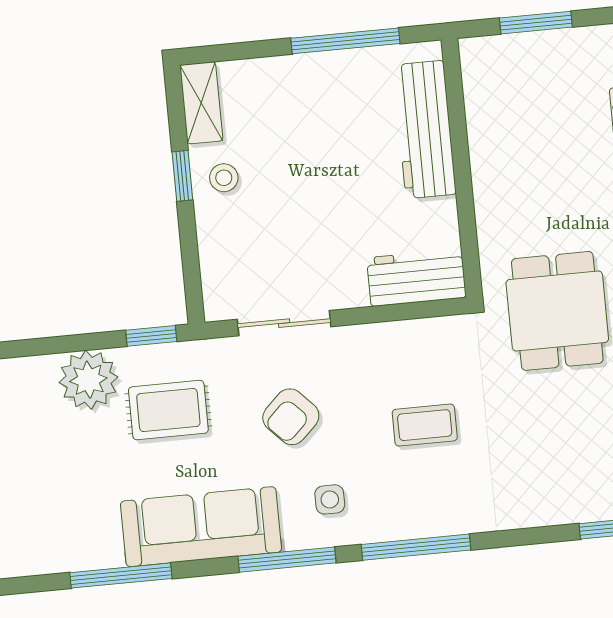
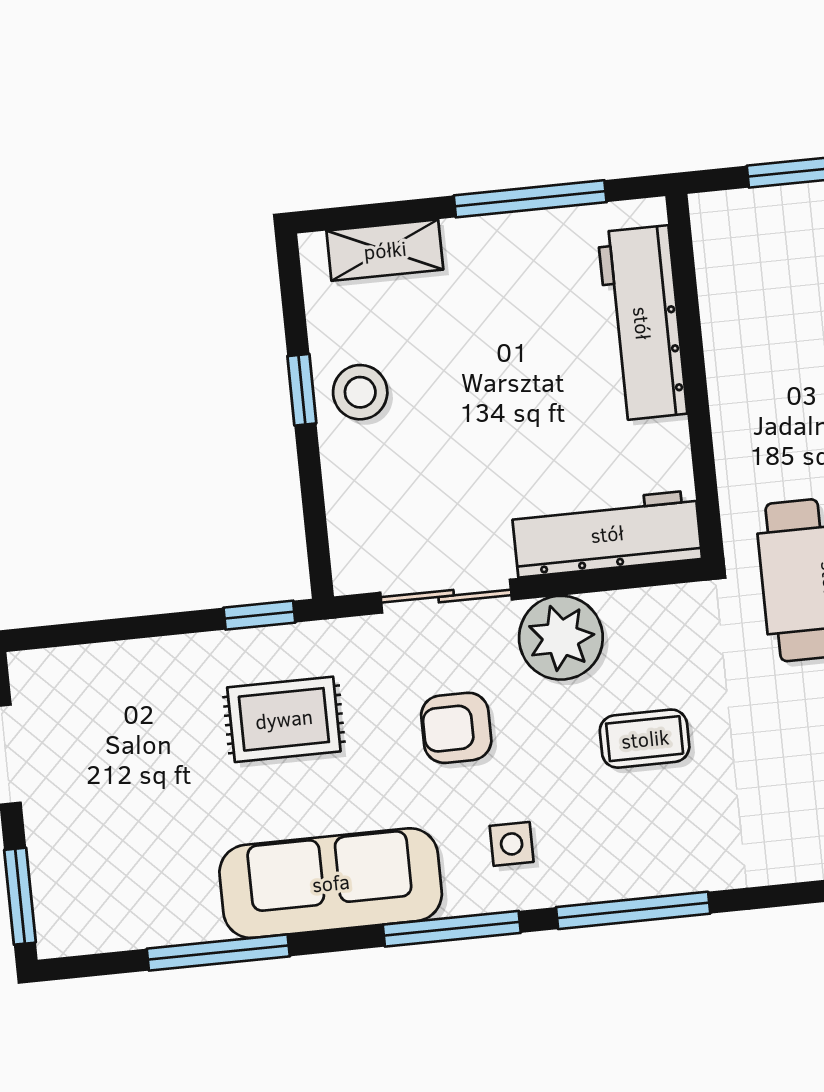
shelving: (201, 103) -> (385, 250), moved, turned 90
stool: (224, 178) -> (360, 392), width x1.37, depth x1.37
workbench: (416, 278) -> (607, 534), width x1.37
plant: (88, 380) -> (561, 638), moved
armchair: (291, 417) -> (456, 728), turned 44

